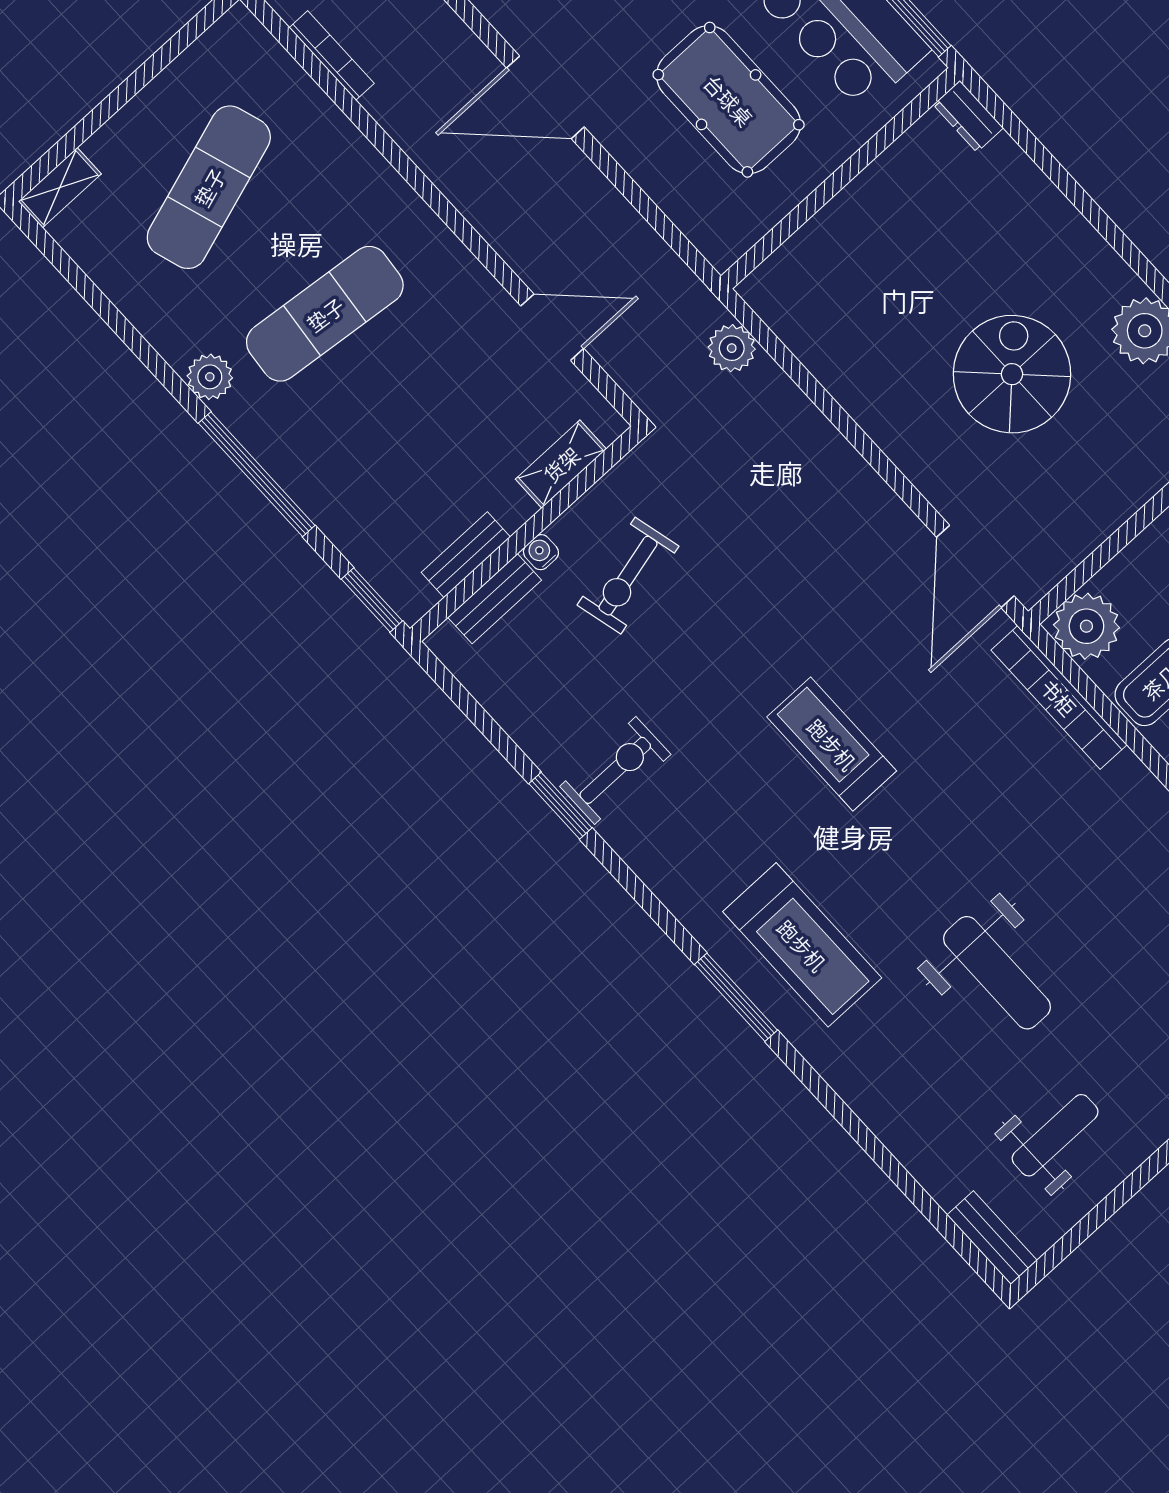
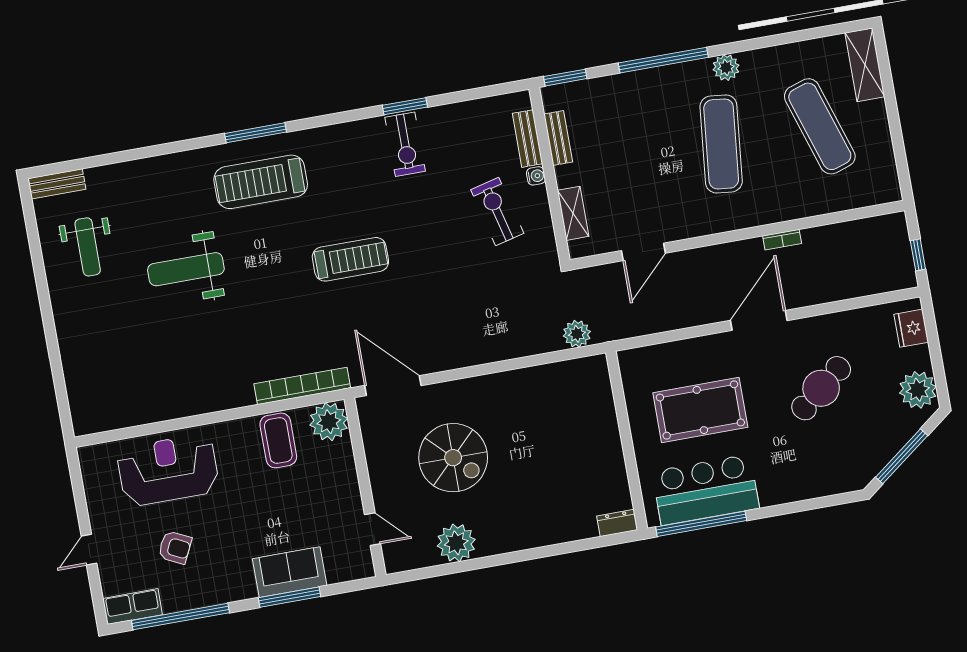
bookcase: (332, 55) -> (782, 240), moved, width x0.64
shelving: (60, 188) -> (865, 65), width x1.50, depth x1.33
spiral stairs: (1012, 374) -> (453, 458), moved

